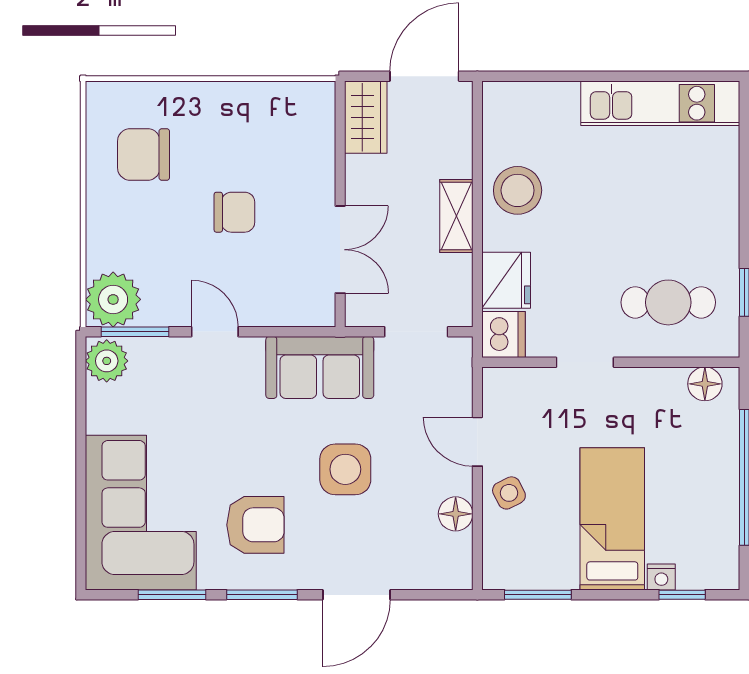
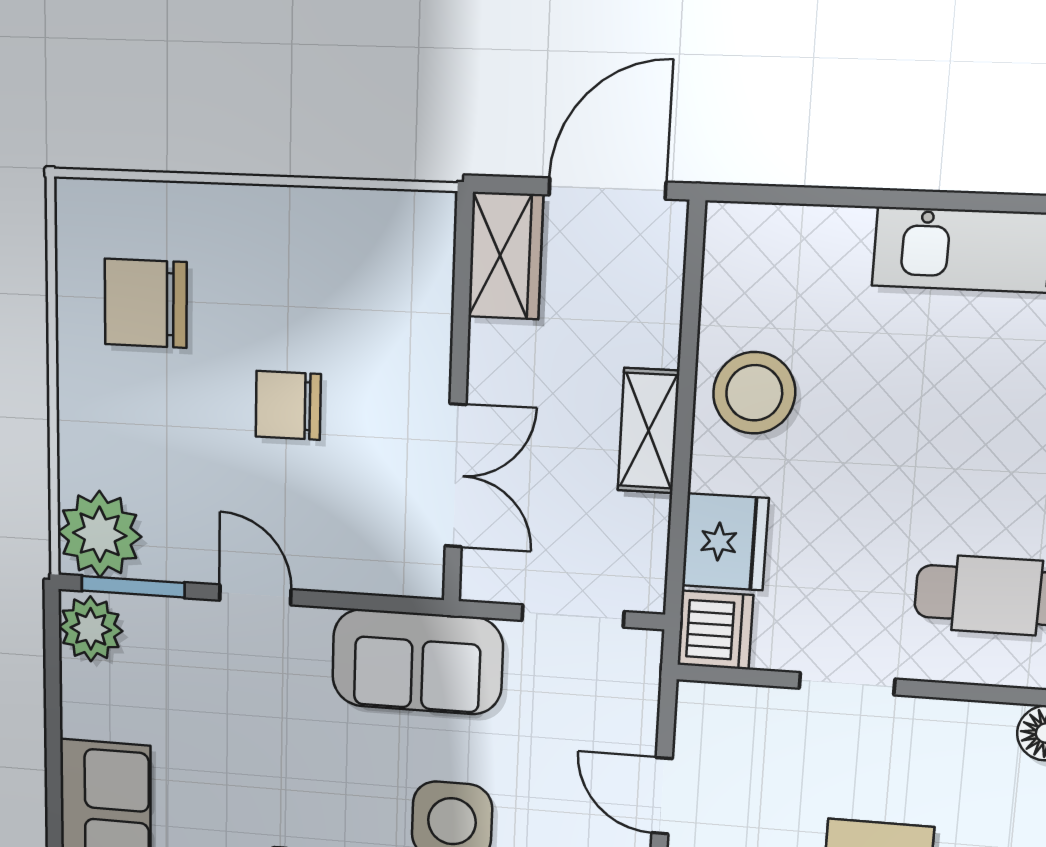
chair: (234, 212) -> (288, 405), turned 180

